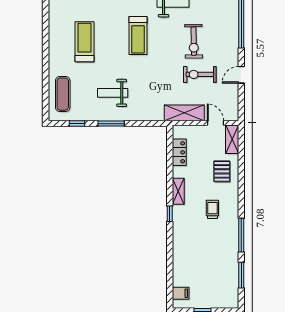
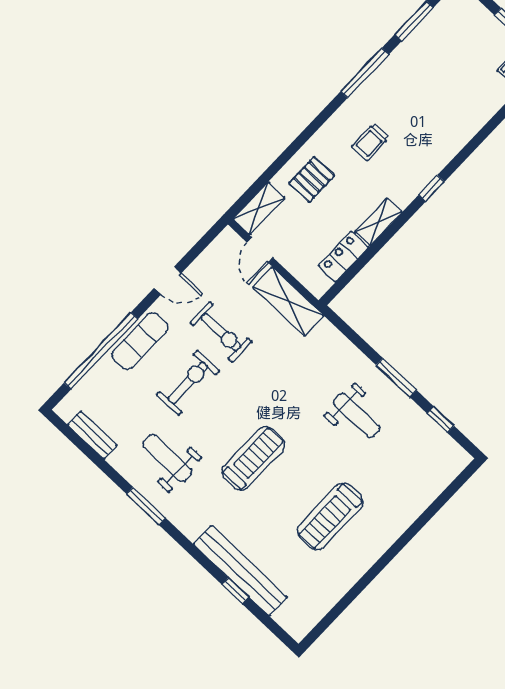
exercise mat: (63, 94) -> (140, 341), moved
shelving: (178, 191) -> (378, 222), moved

